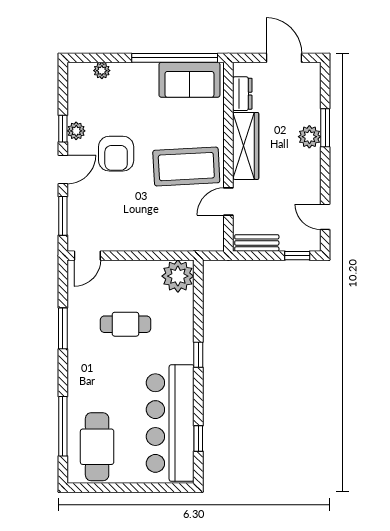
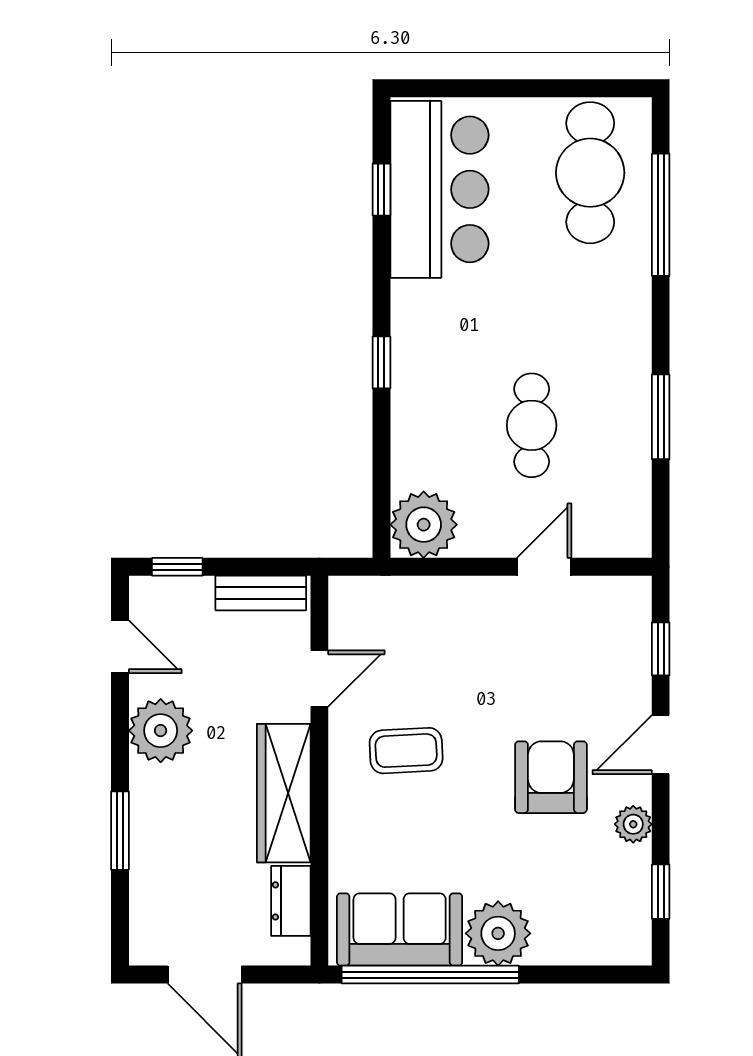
plant: (102, 71) -> (498, 933), moved, width x1.87, depth x1.87
window: (63, 129) -> (661, 892), moved
plant: (309, 137) -> (161, 731), moved, width x1.36, depth x1.36
coffee table: (186, 167) -> (406, 751), width x0.54, depth x0.58
window: (63, 216) -> (661, 649), width x0.67
door: (87, 256) -> (544, 567), moved
cafe table: (125, 324) -> (532, 425), turned 90
bar counter: (170, 423) -> (439, 189), width x0.73

